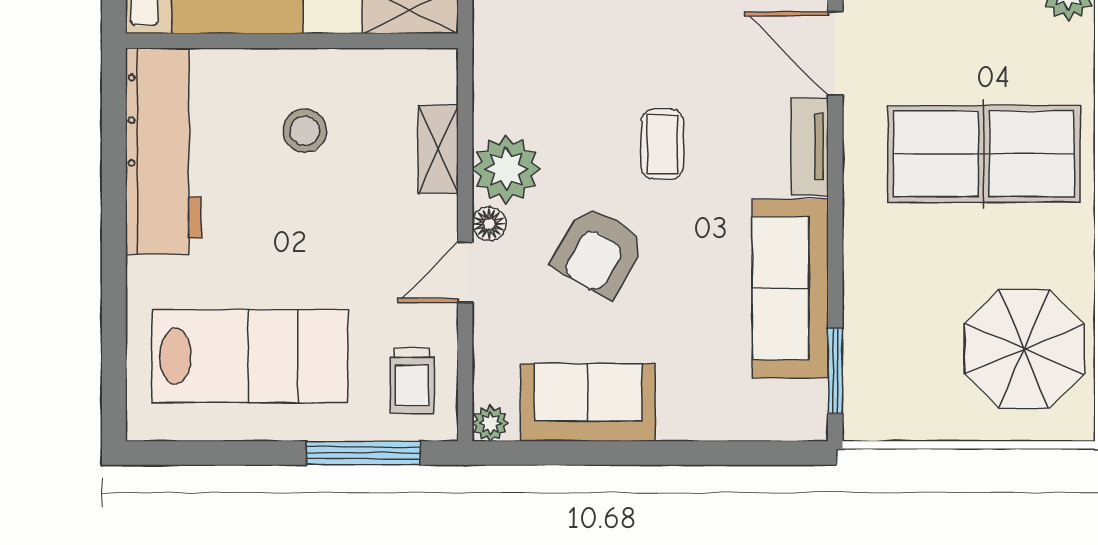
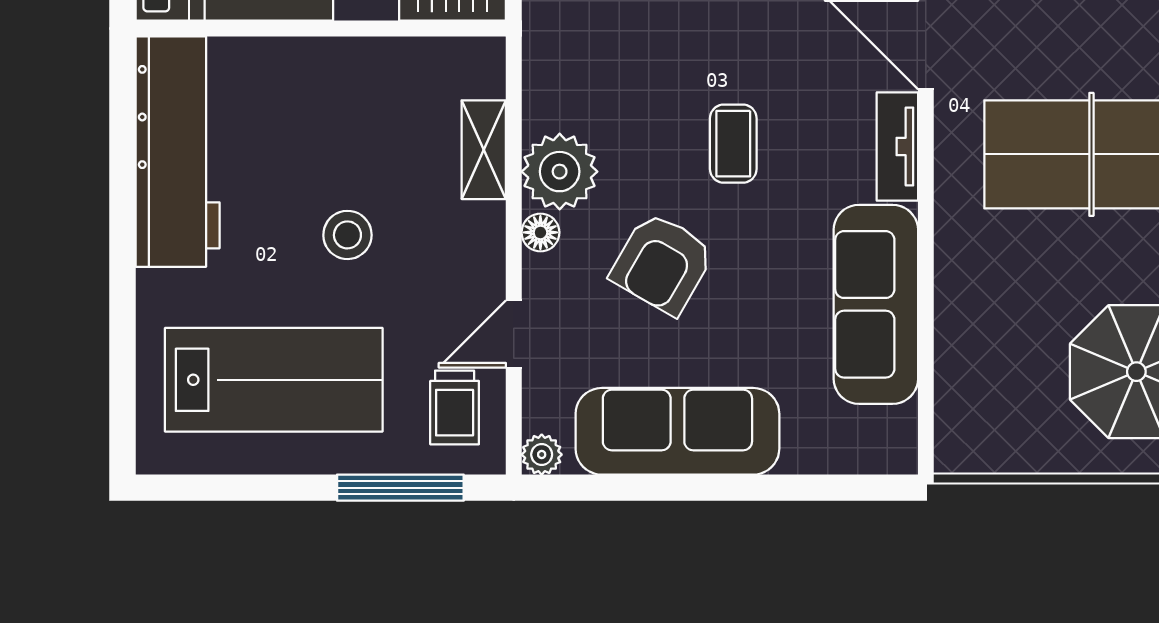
stool: (305, 131) -> (347, 235), moved
door: (465, 272) -> (514, 334), moved
window: (835, 371) -> (926, 396), removed
sofa: (588, 402) -> (677, 431), width x1.36

